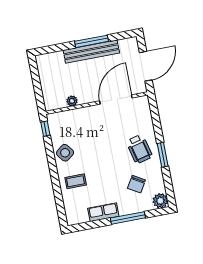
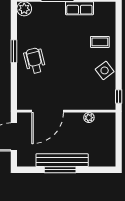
chair: (136, 184) -> (44, 28), removed

